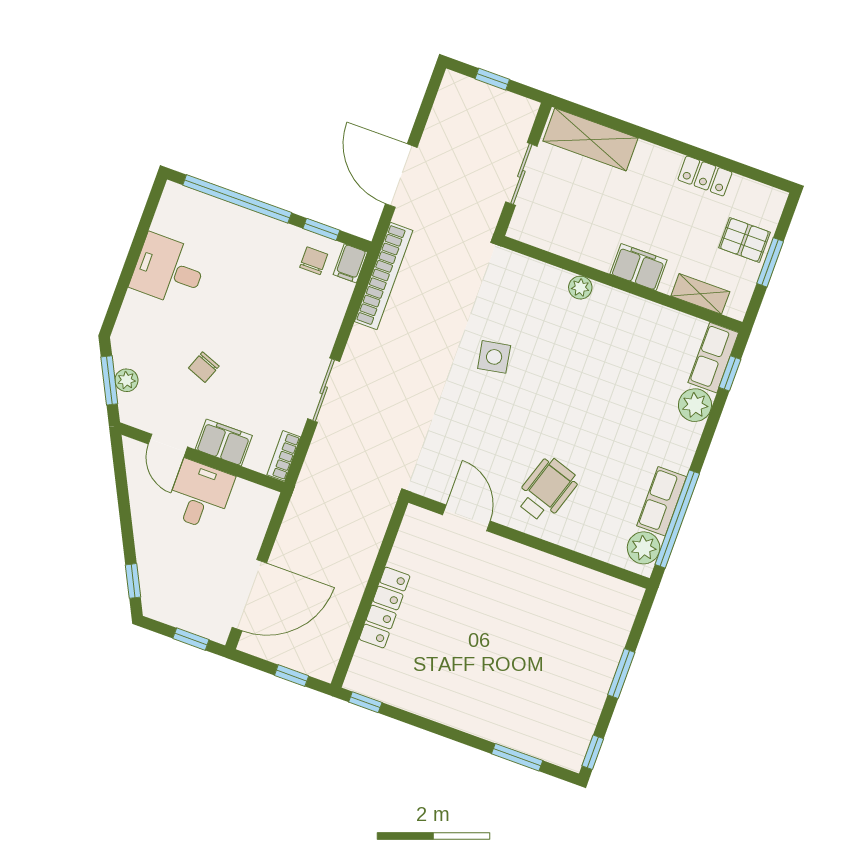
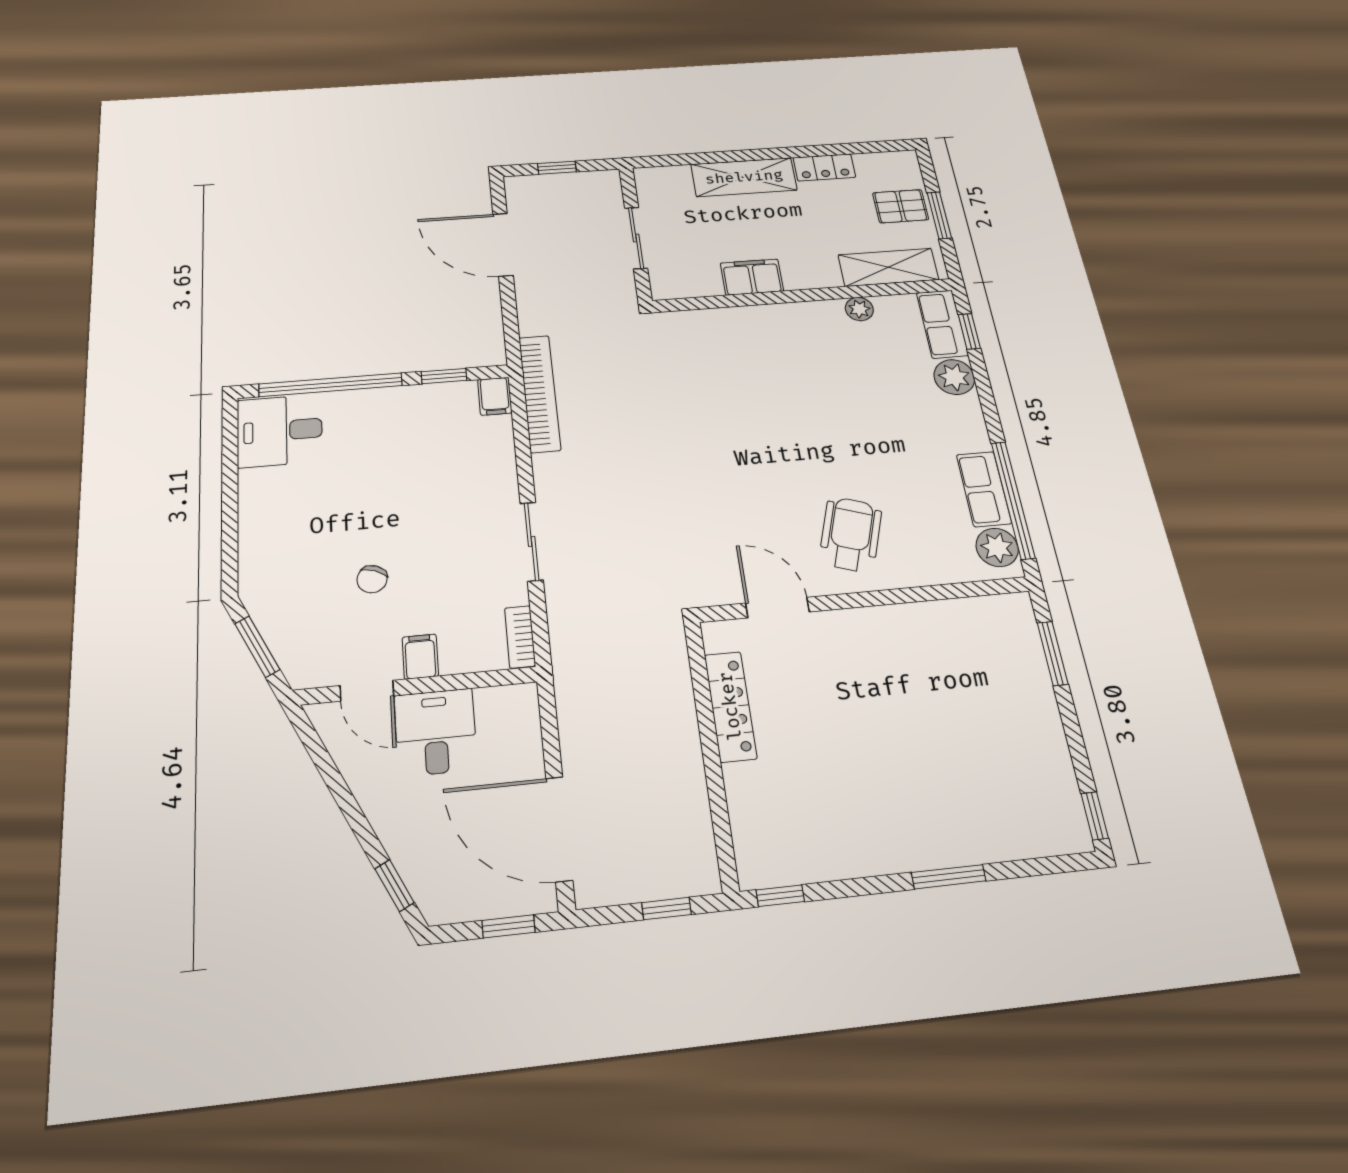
shelving: (590, 139) -> (744, 177), moved
door: (401, 176) -> (503, 245), moved
chair: (314, 261) -> (451, 411), removed
filing cabinet: (639, 267) -> (752, 277), moved
desk: (169, 270) -> (280, 431), moved
plant: (580, 288) -> (859, 309), moved
shelving: (700, 294) -> (888, 267), width x1.50, depth x1.33
side table: (494, 357) -> (709, 422), removed
plant: (126, 380) -> (280, 637), removed
filing cabinet: (224, 442) -> (420, 657), width x0.50
door: (249, 595) -> (559, 829), swing flipped
locker: (385, 608) -> (730, 706), moved
window: (621, 674) -> (1053, 653), moved
window: (517, 757) -> (949, 877), moved

